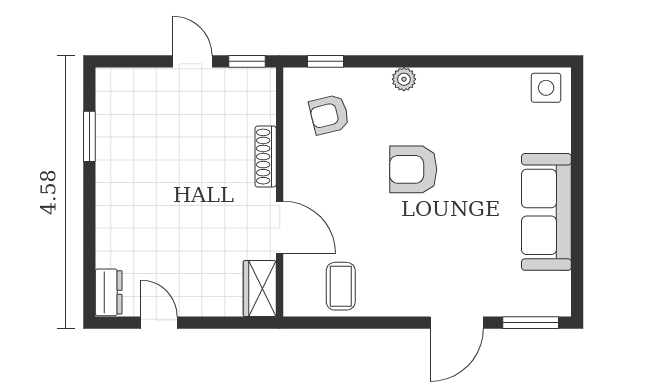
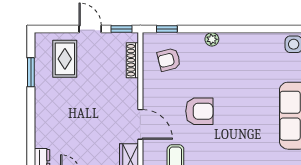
rug: (148, 113) -> (65, 59), added
shoe rack: (266, 157) -> (132, 60), moved
armchair: (413, 169) -> (199, 111), moved, turned 180

